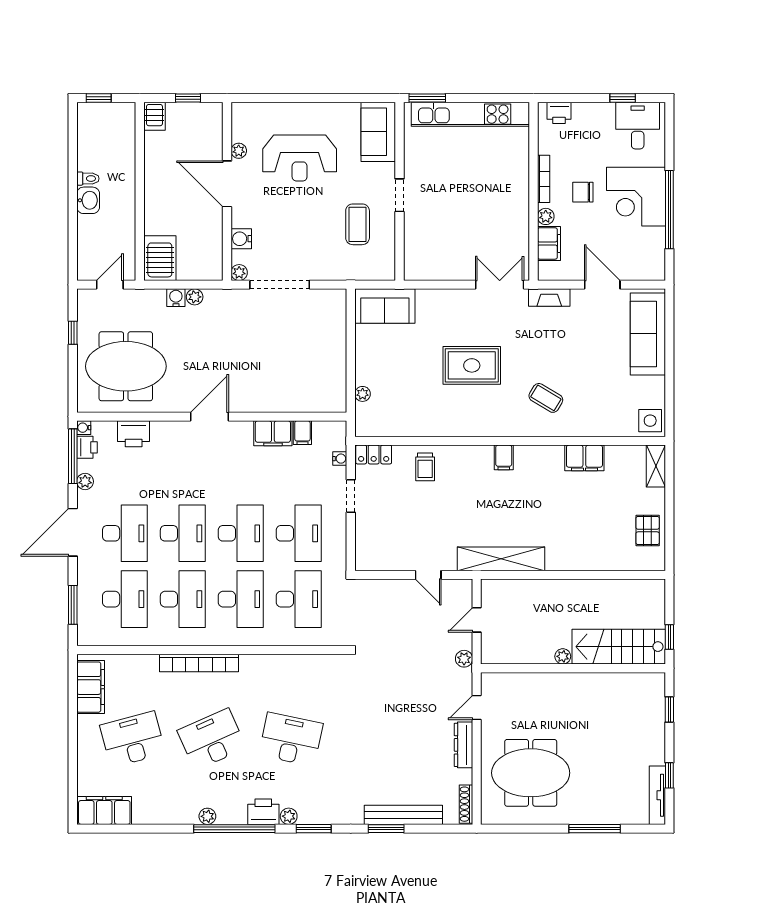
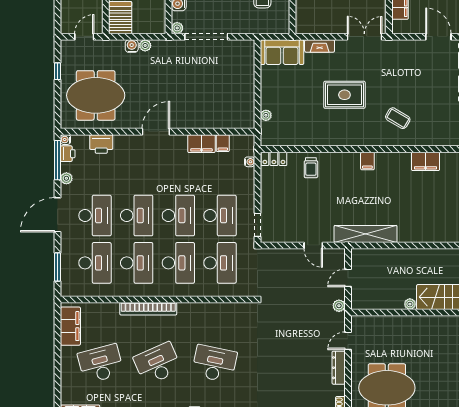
fireplace: (549, 298) -> (320, 46), moved
doorway: (351, 496) -> (257, 225), moved

